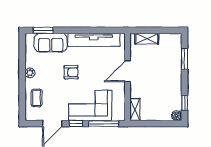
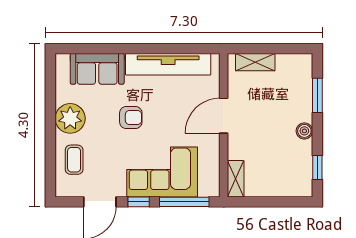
window: (43, 30) -> (85, 49), removed
plant: (30, 73) -> (70, 118), width x1.88, depth x1.88
boiler: (177, 116) -> (304, 131), moved

